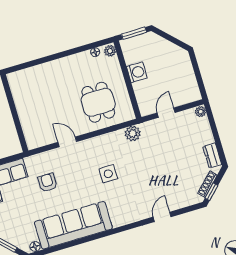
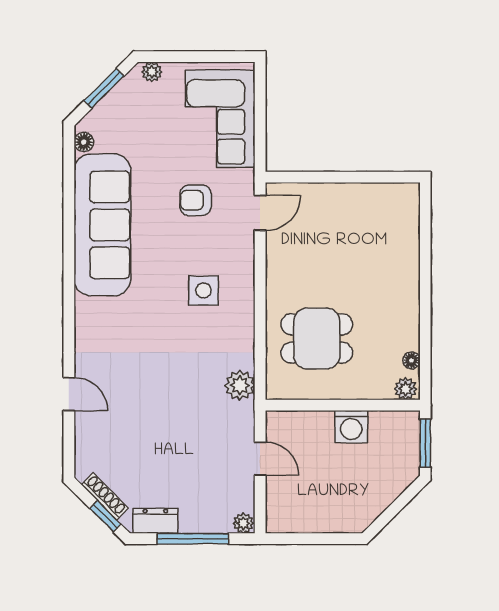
window: (216, 134) -> (193, 539), added
door: (67, 142) -> (260, 213), moved
side table: (108, 174) -> (203, 291), moved
armchair: (48, 183) -> (196, 200), turned 180
window: (211, 192) -> (105, 516), moved

